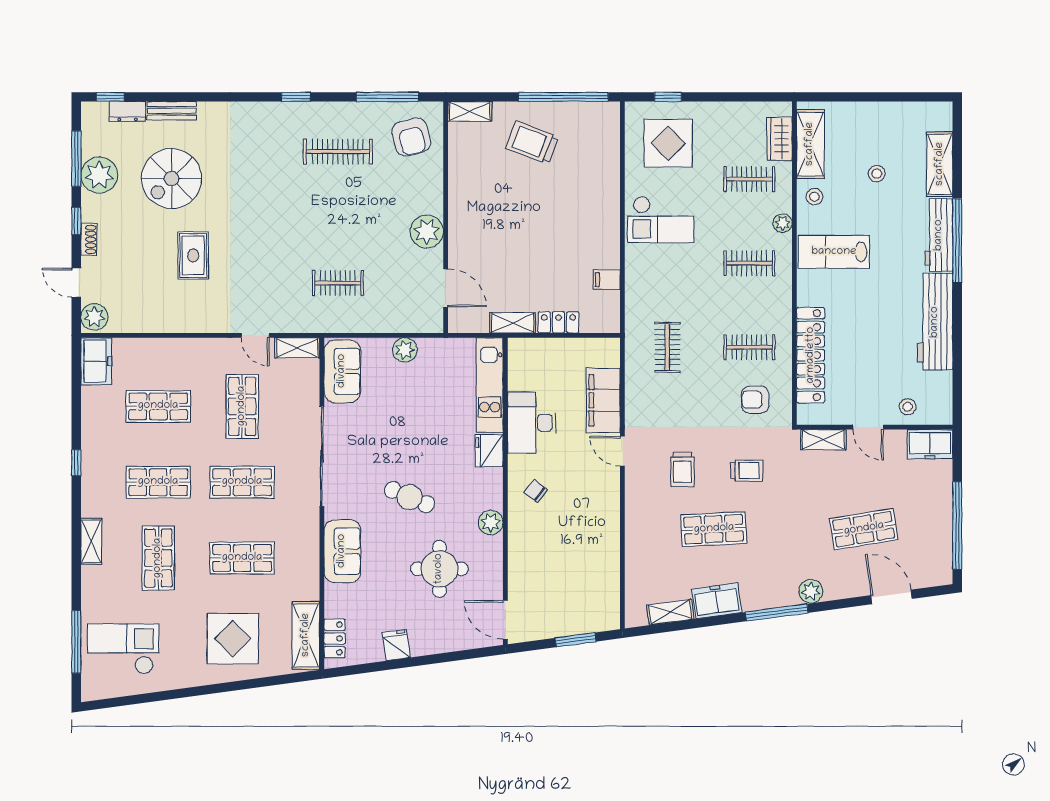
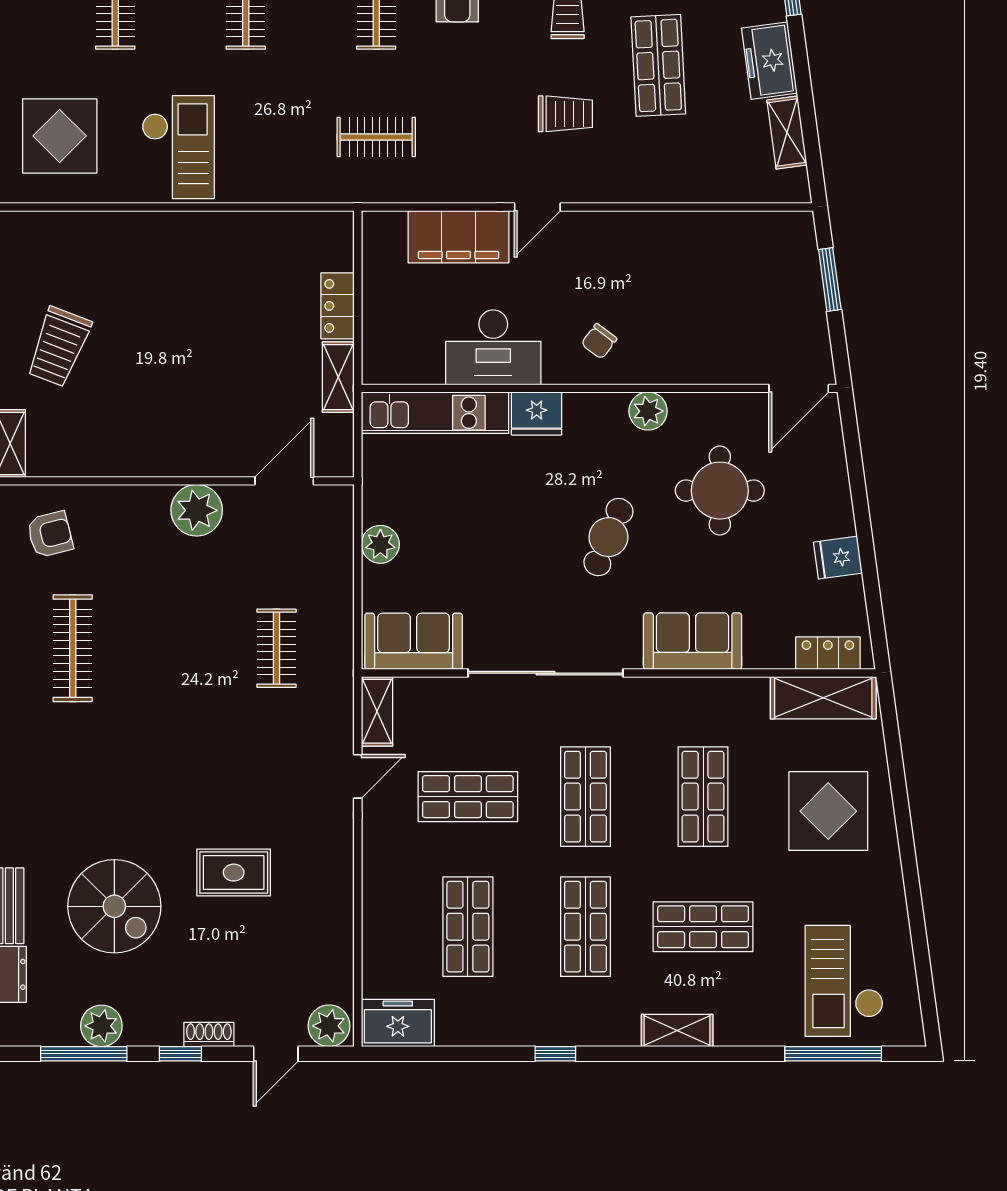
armchair: (411, 137) -> (50, 534), width x0.72, depth x0.72
plant: (99, 175) -> (101, 1026), width x0.73, depth x0.73
filing cabinet: (607, 280) -> (271, 231), removed

